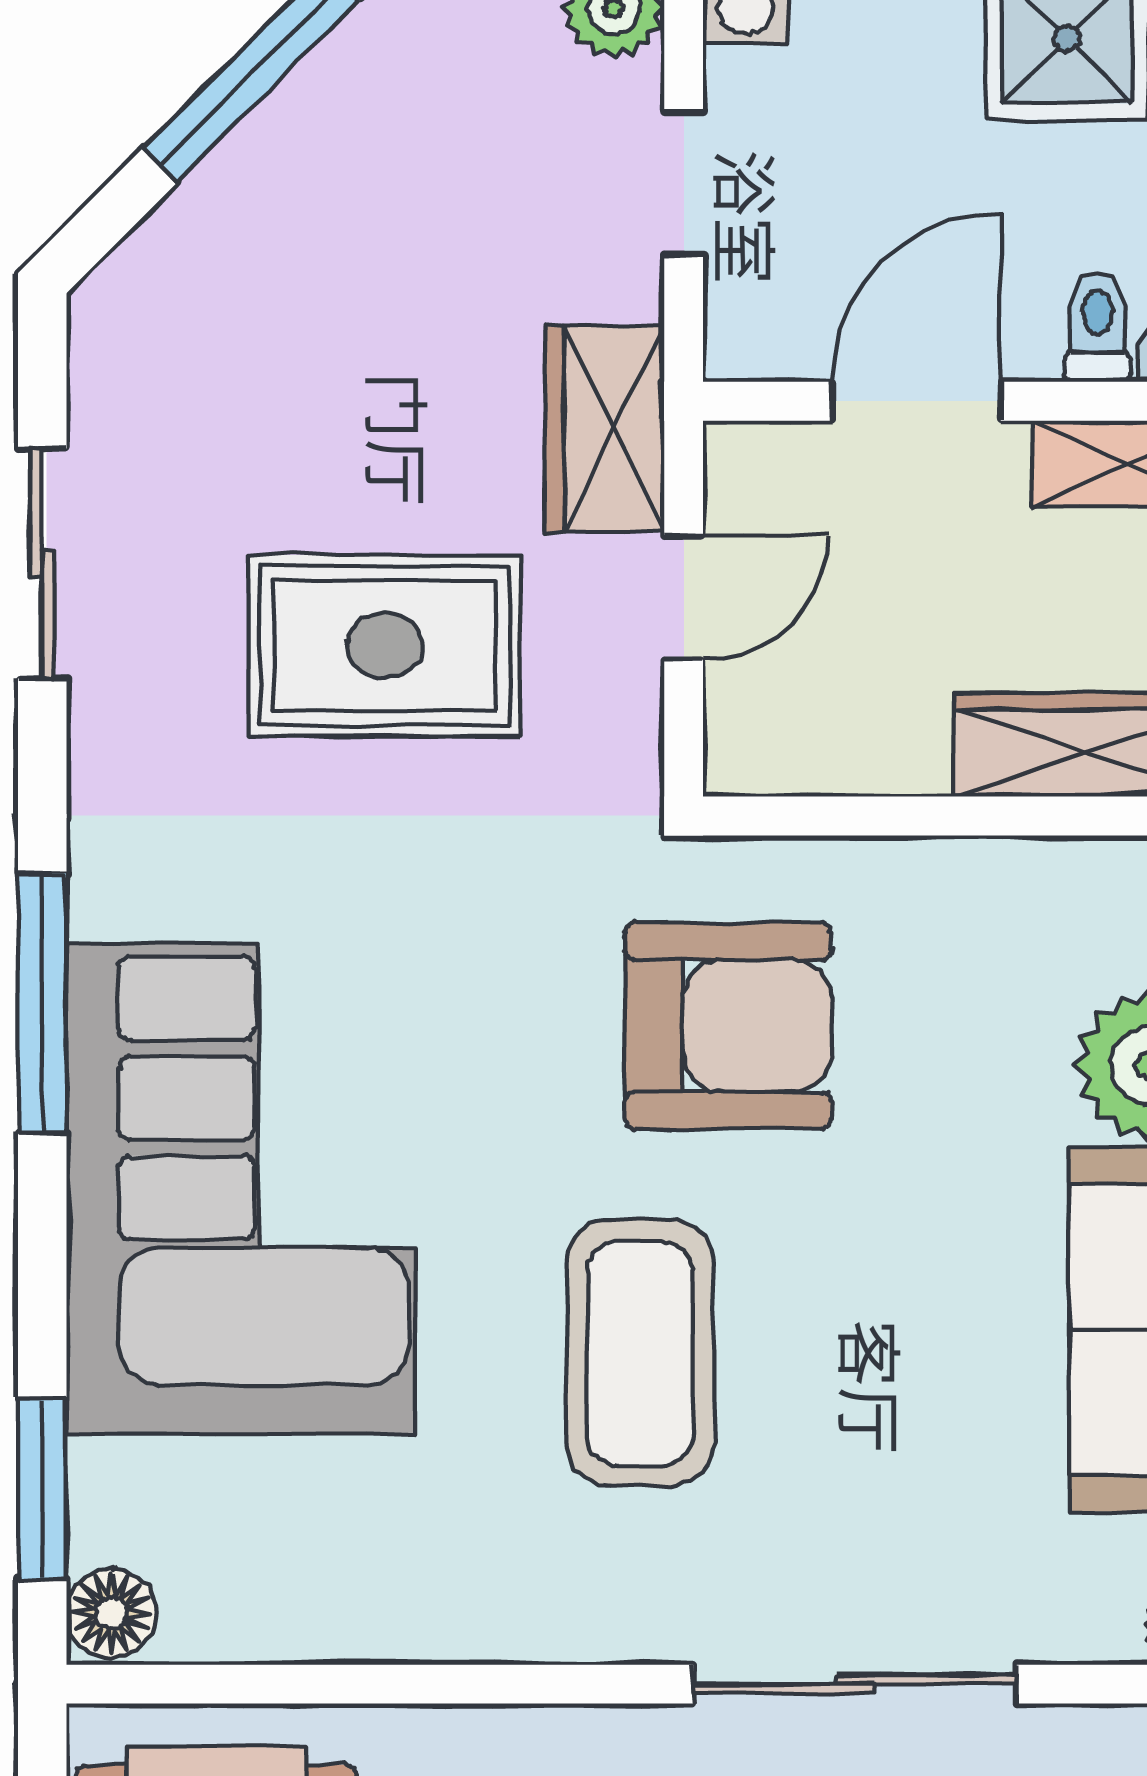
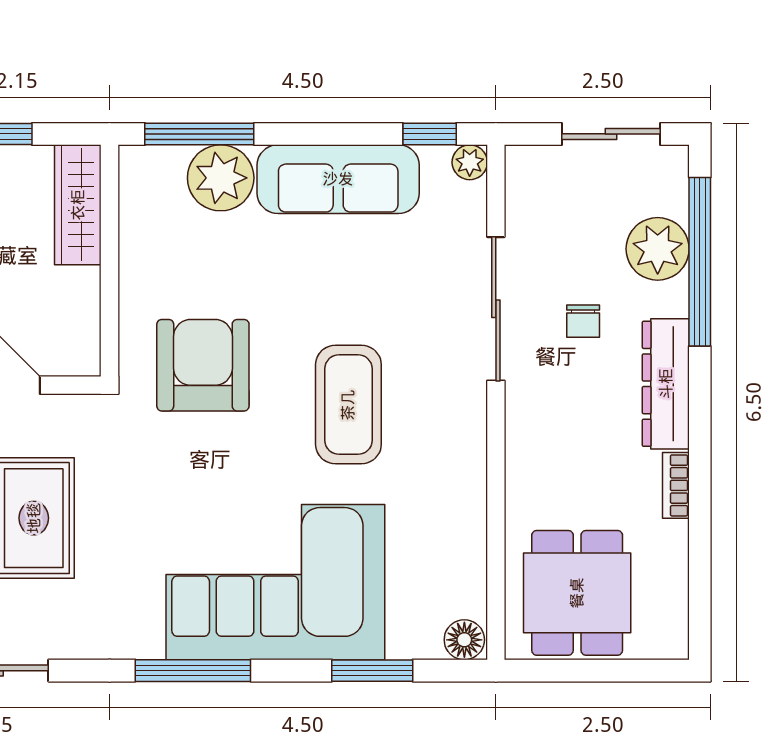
coffee table: (640, 1353) -> (348, 405), turned 90
window: (42, 1489) -> (372, 671), moved

